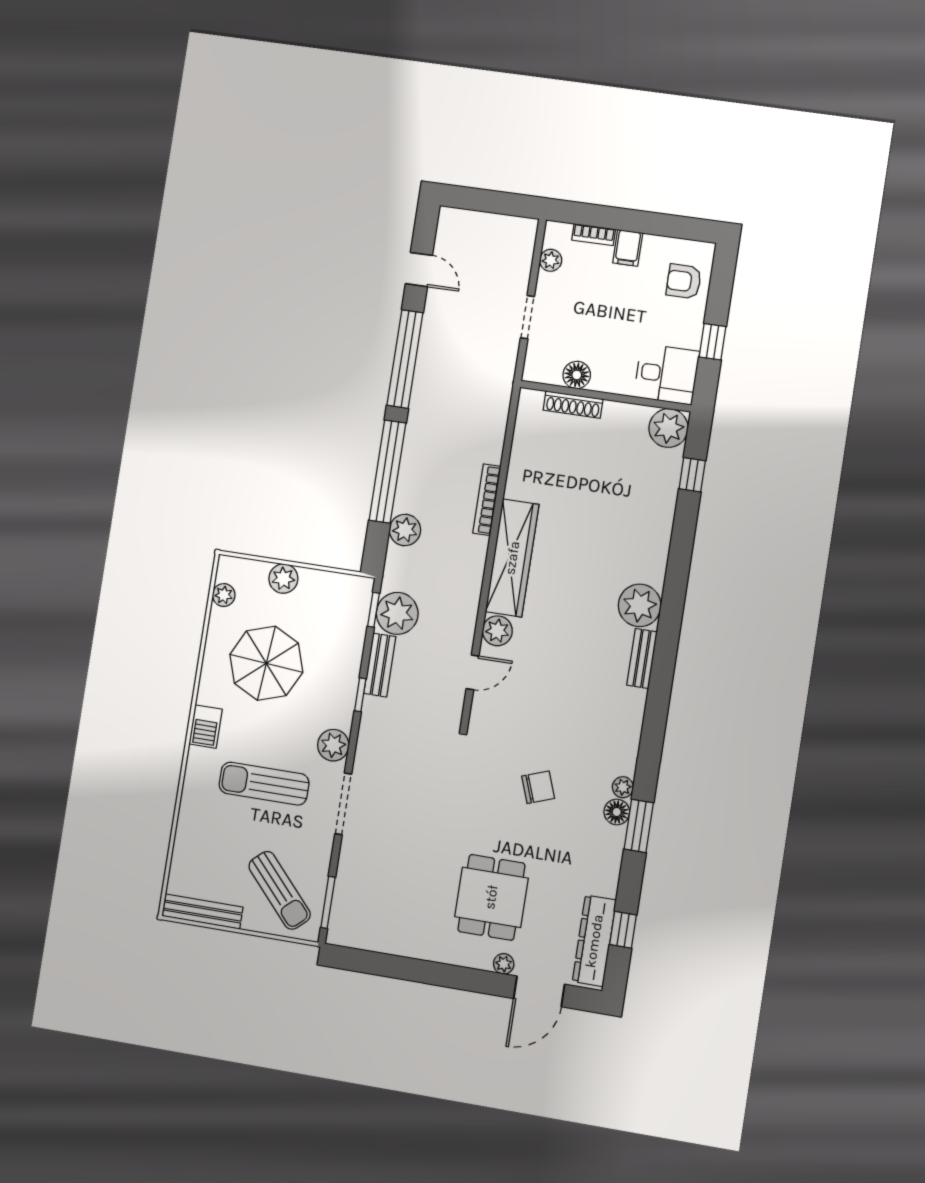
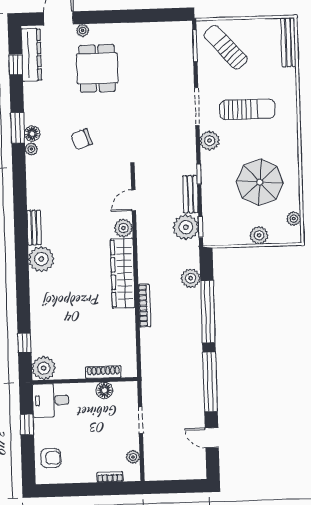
filing cabinet: (628, 248) -> (88, 472), removed
barbecue: (206, 727) -> (290, 137), removed
bench: (202, 911) -> (288, 42), moved, turned 90

